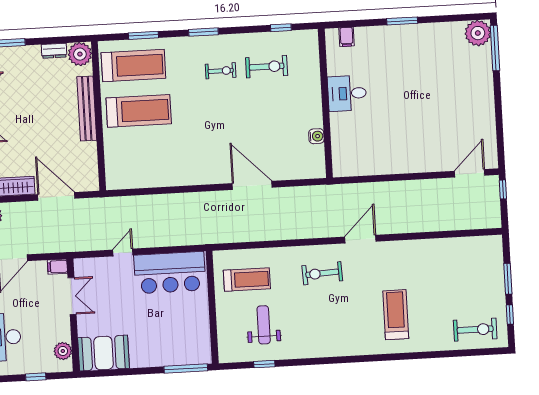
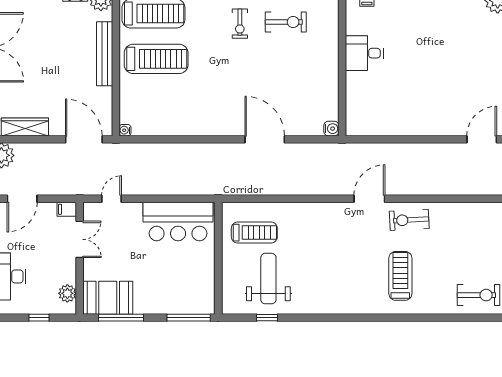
exercise bike: (221, 71) -> (240, 24), turned 90
water cooler: (316, 136) -> (331, 129), moved
water cooler: (112, 184) -> (125, 130), added
door: (56, 196) -> (84, 139), moved
door: (123, 252) -> (112, 199), moved
exercise bike: (322, 273) -> (409, 220), moved
weight bench: (264, 325) -> (268, 279), width x1.36, depth x1.33
window: (118, 372) -> (121, 318), added

